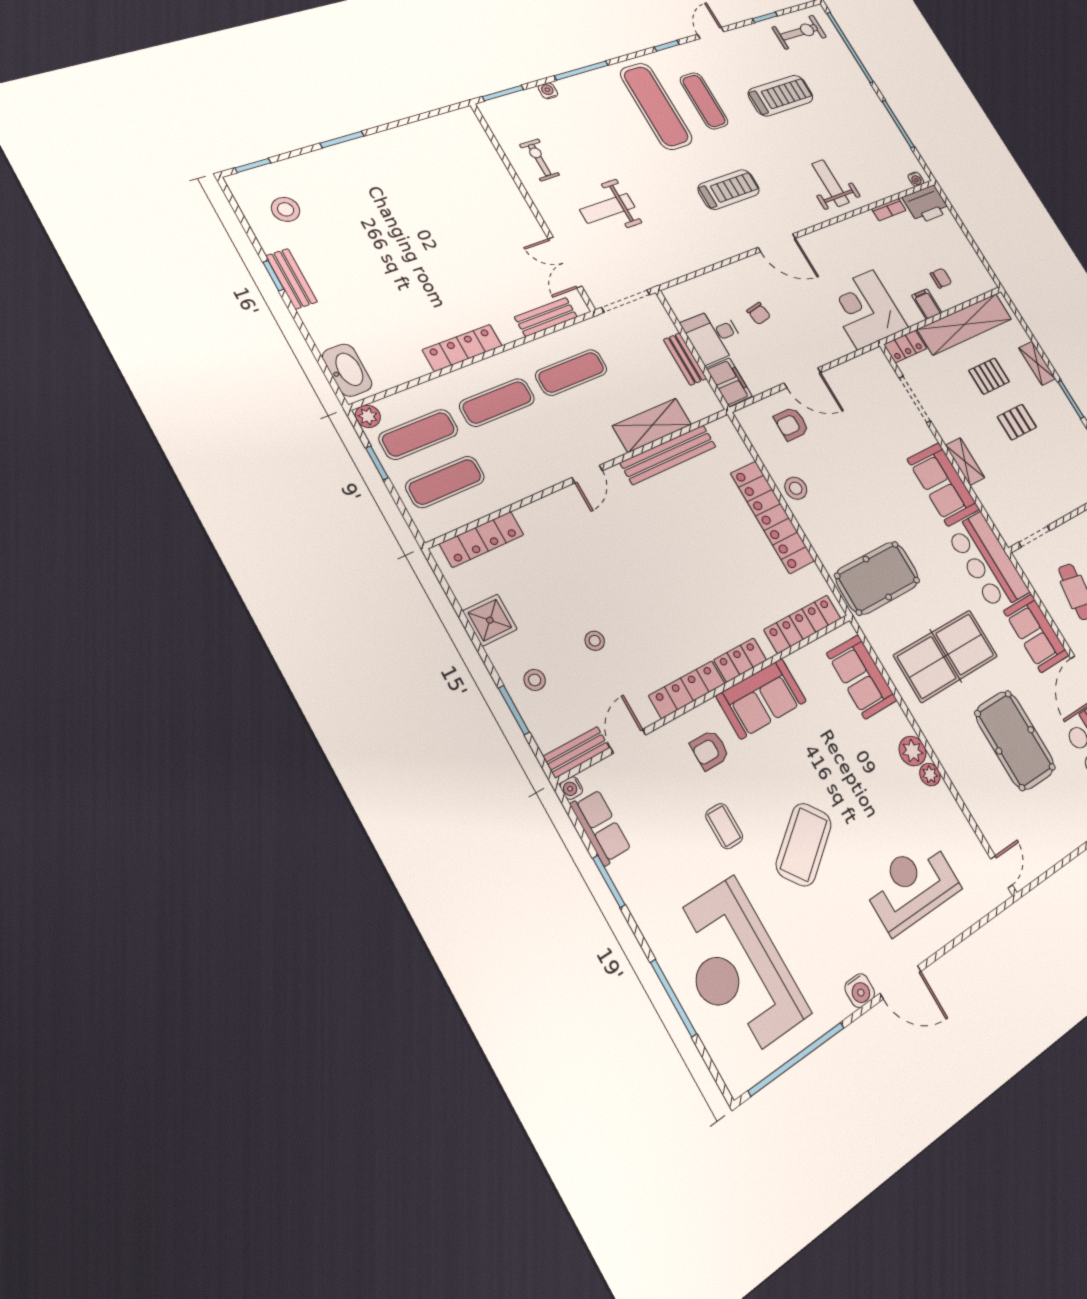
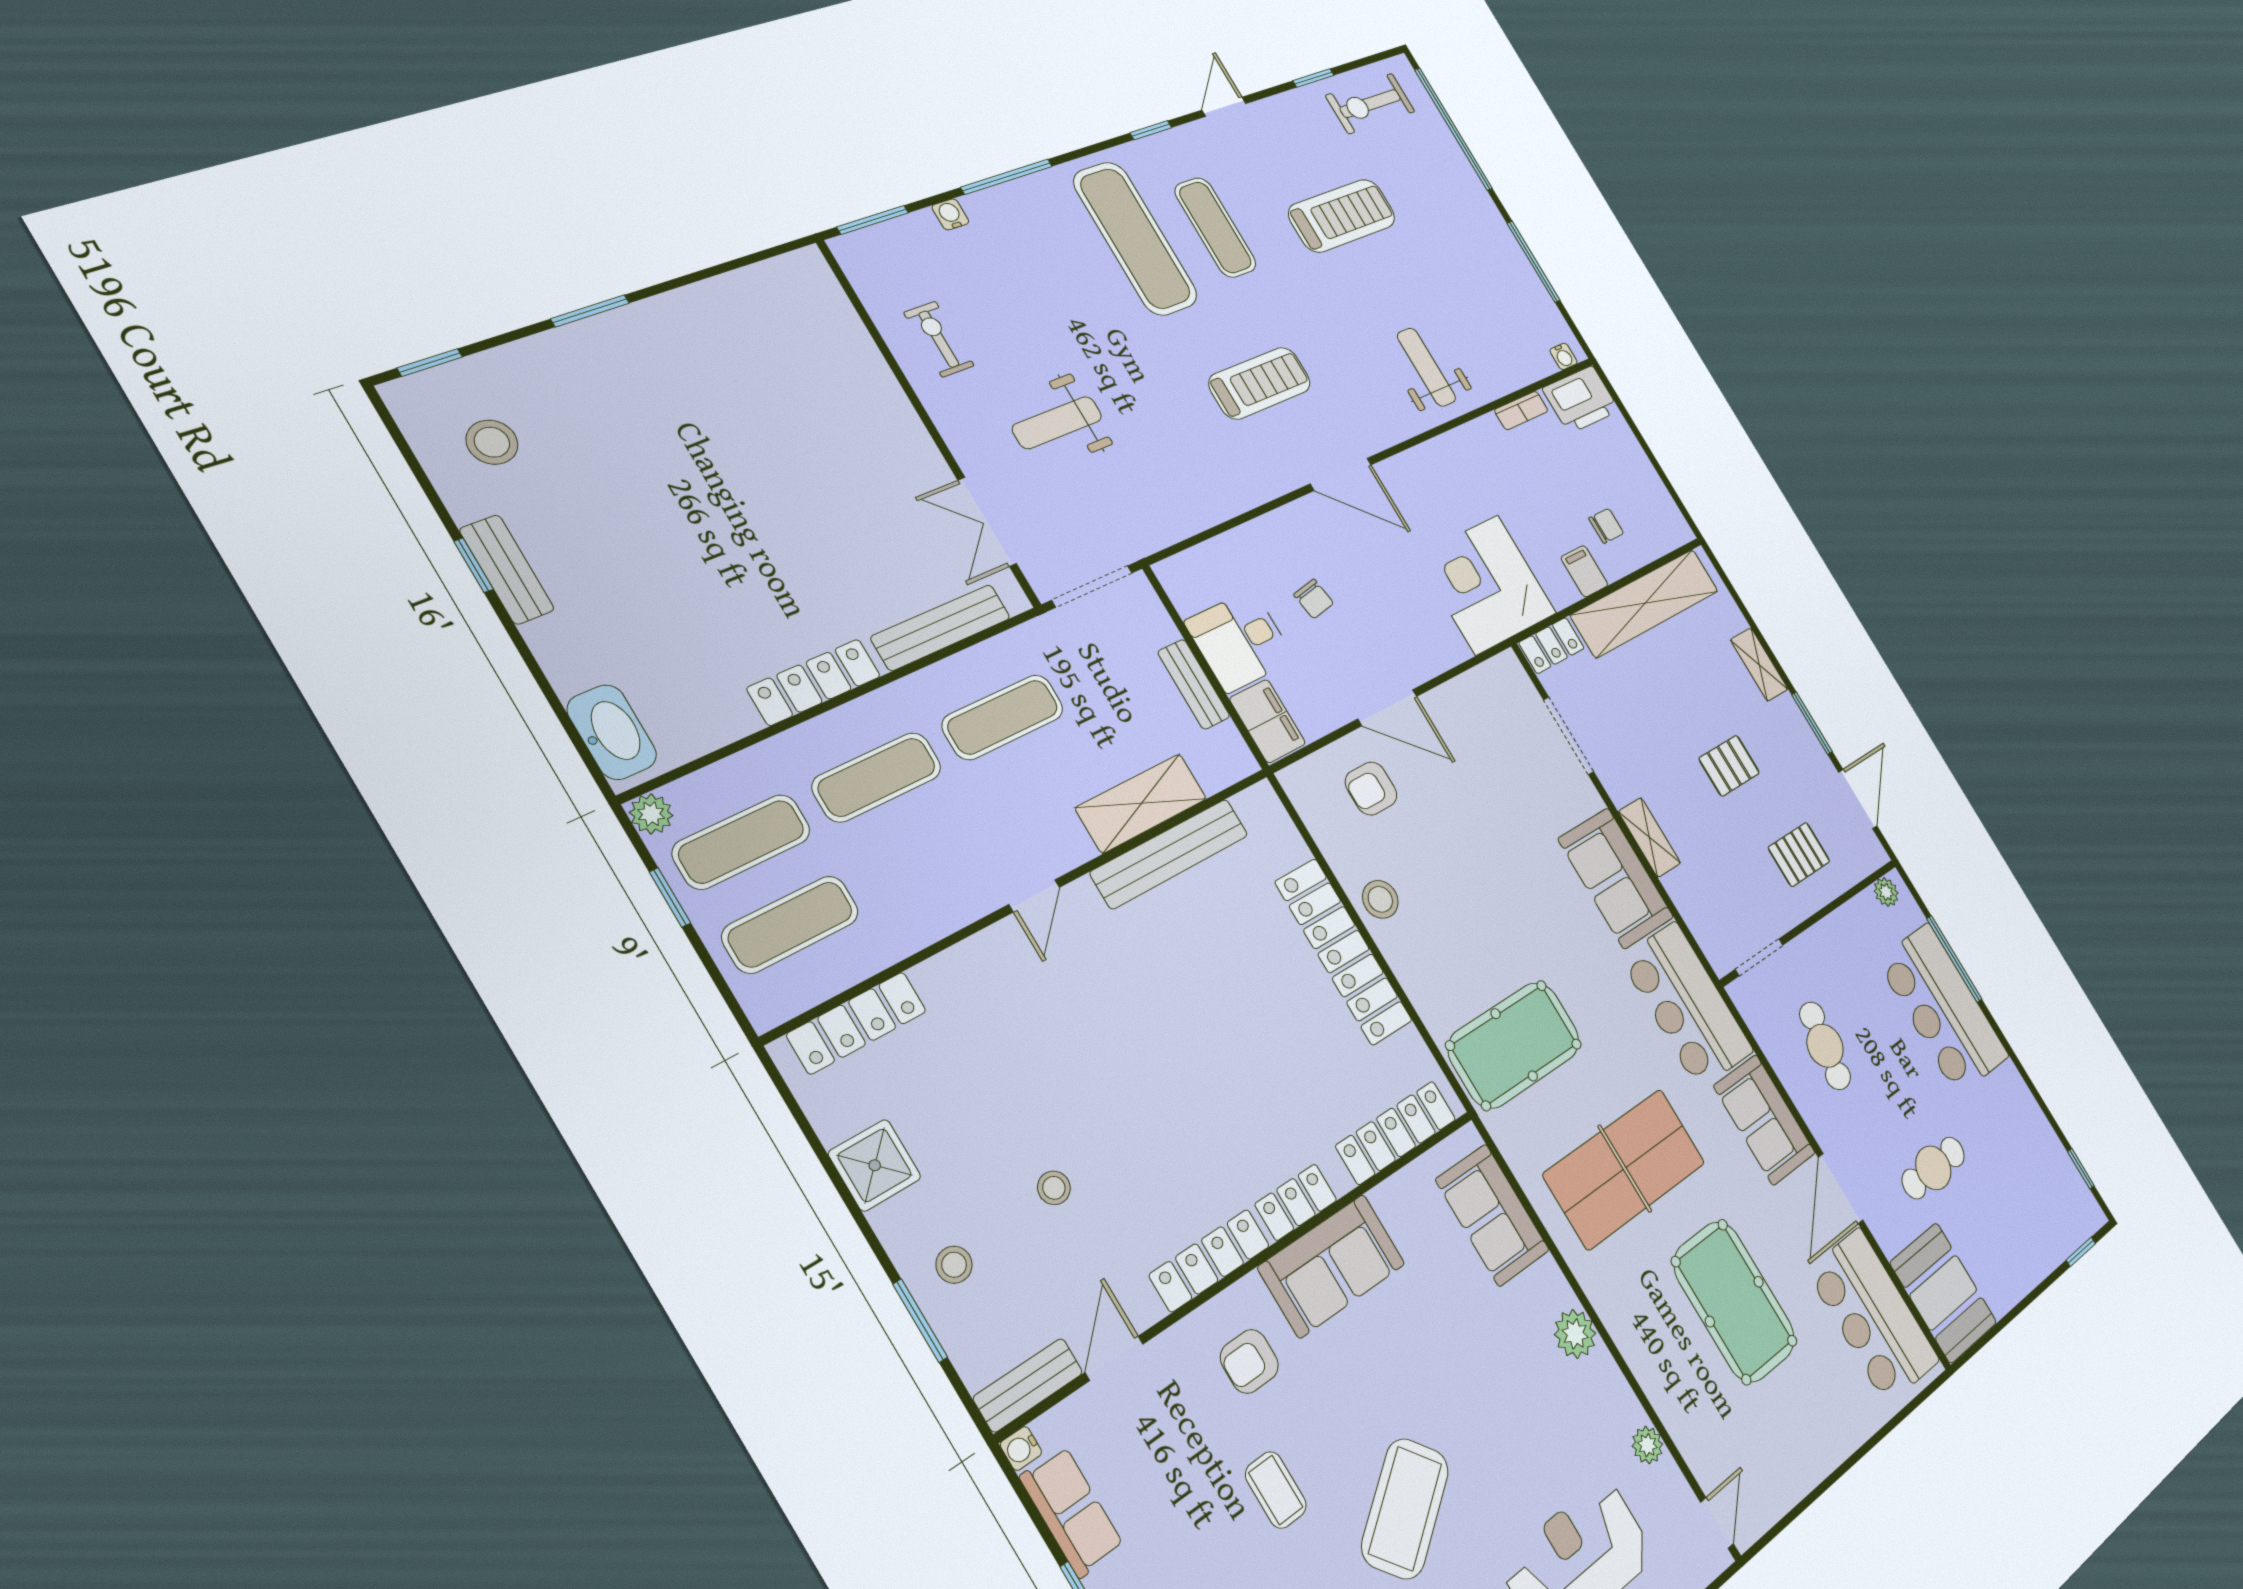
exercise bike: (799, 32) -> (1370, 104), turned 180
bench: (546, 317) -> (941, 627), width x1.36
pallet: (989, 376) -> (1799, 854), moved
plant: (930, 774) -> (1647, 1445), moved

